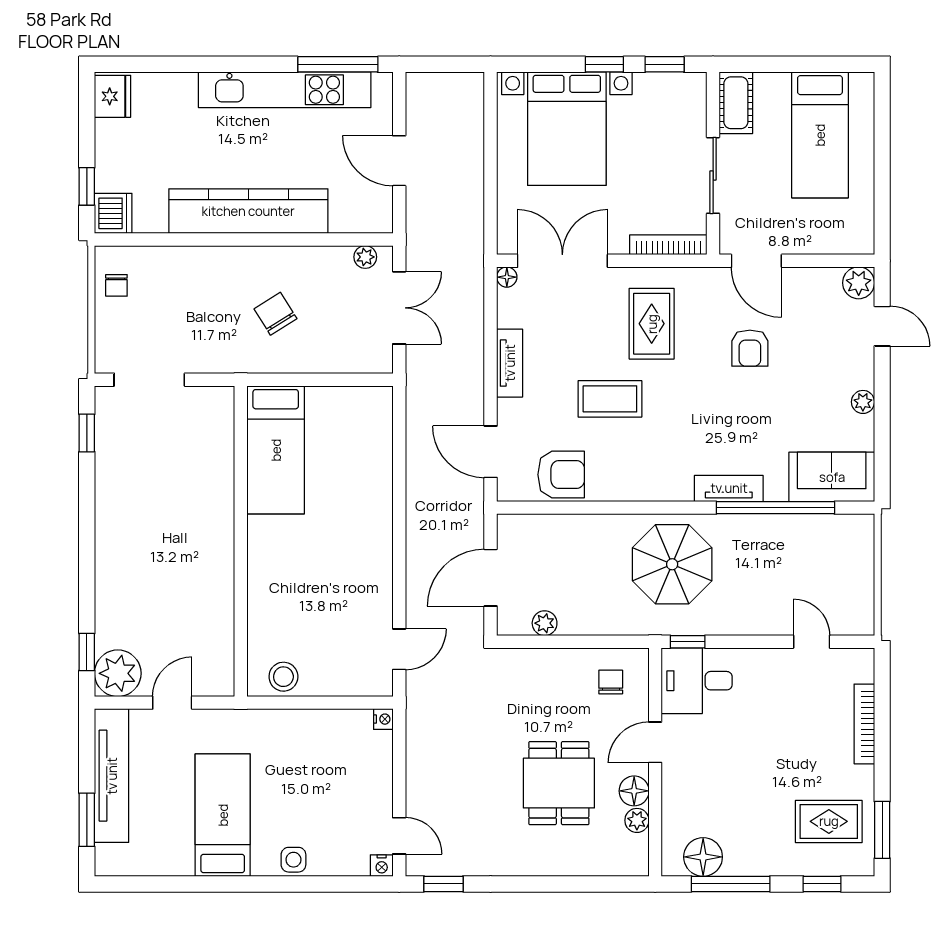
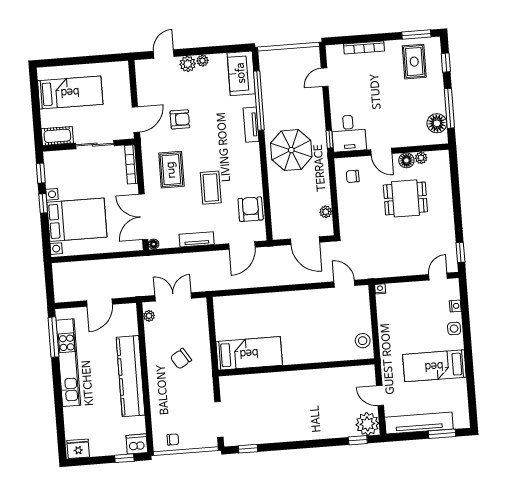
plant: (859, 283) -> (188, 64), moved
rug: (652, 324) -> (171, 170), turned 90
nightstand: (382, 866) -> (455, 306), moved

